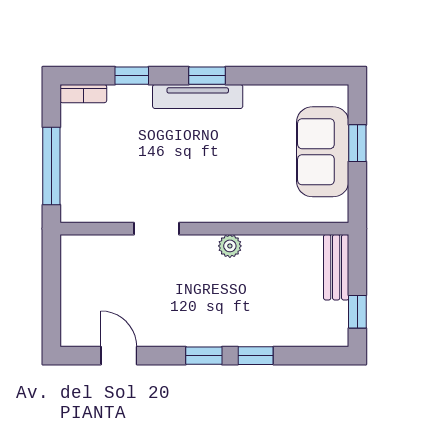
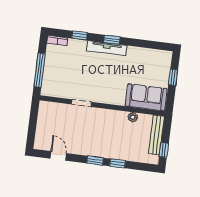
sofa: (323, 152) -> (146, 97), moved, turned 90
plant: (230, 246) -> (133, 117), moved
bench: (336, 267) -> (157, 135), width x1.36

